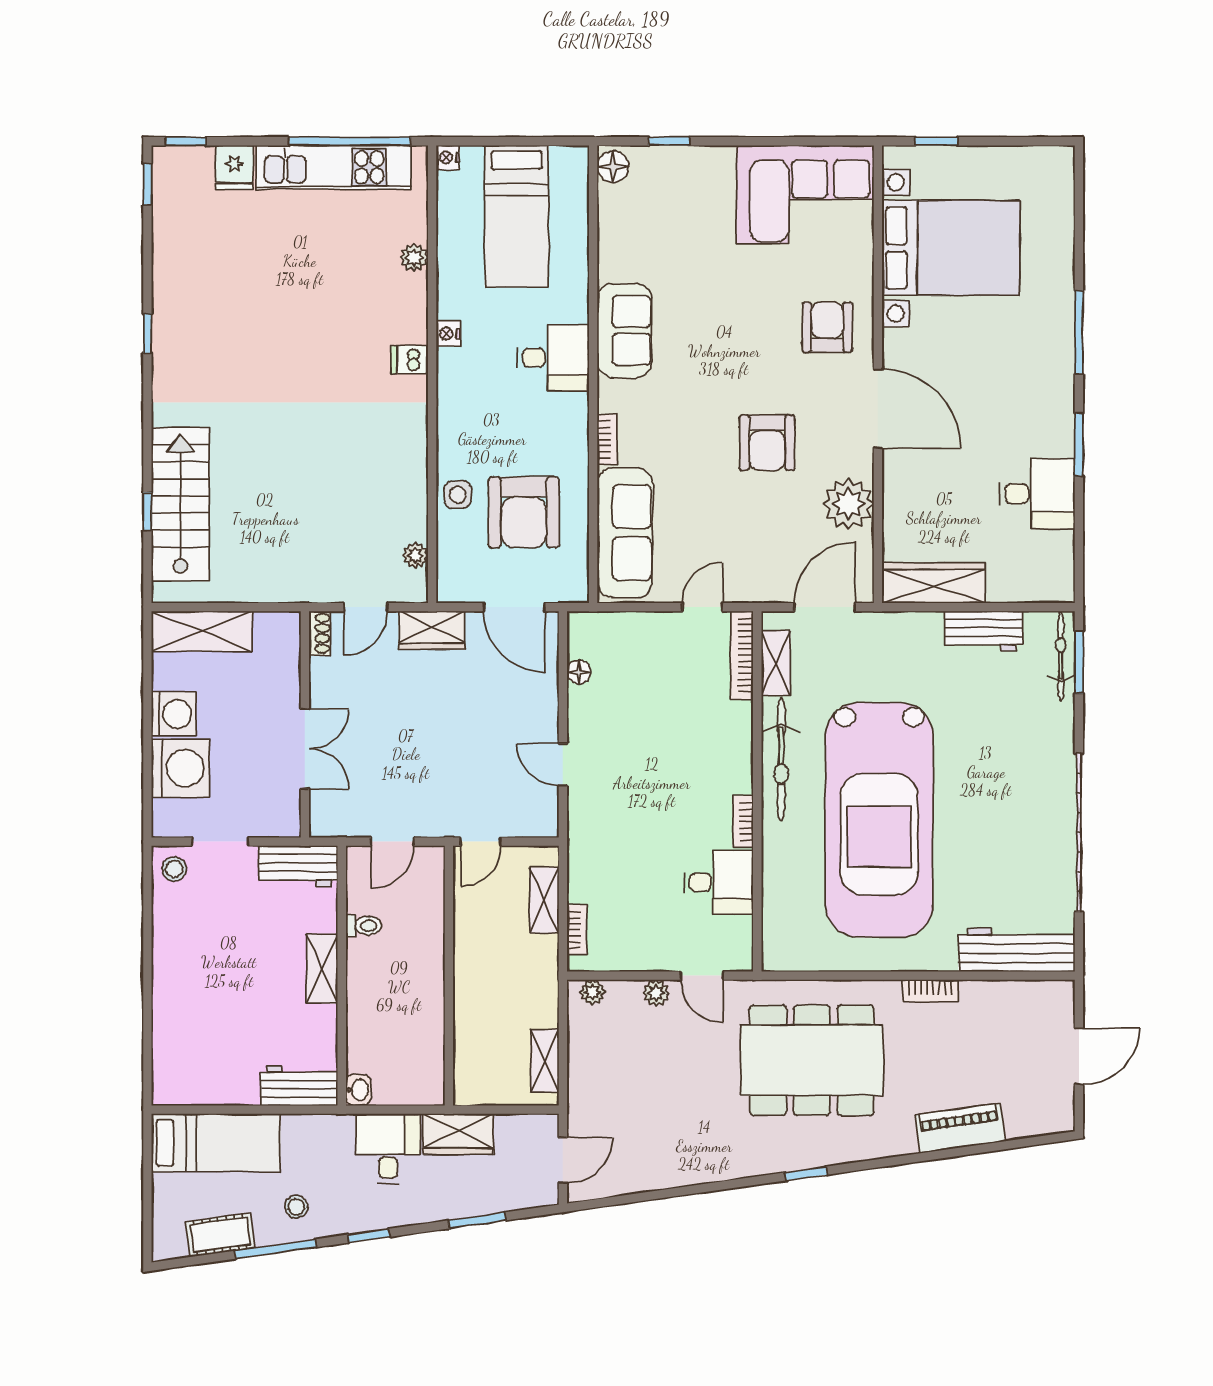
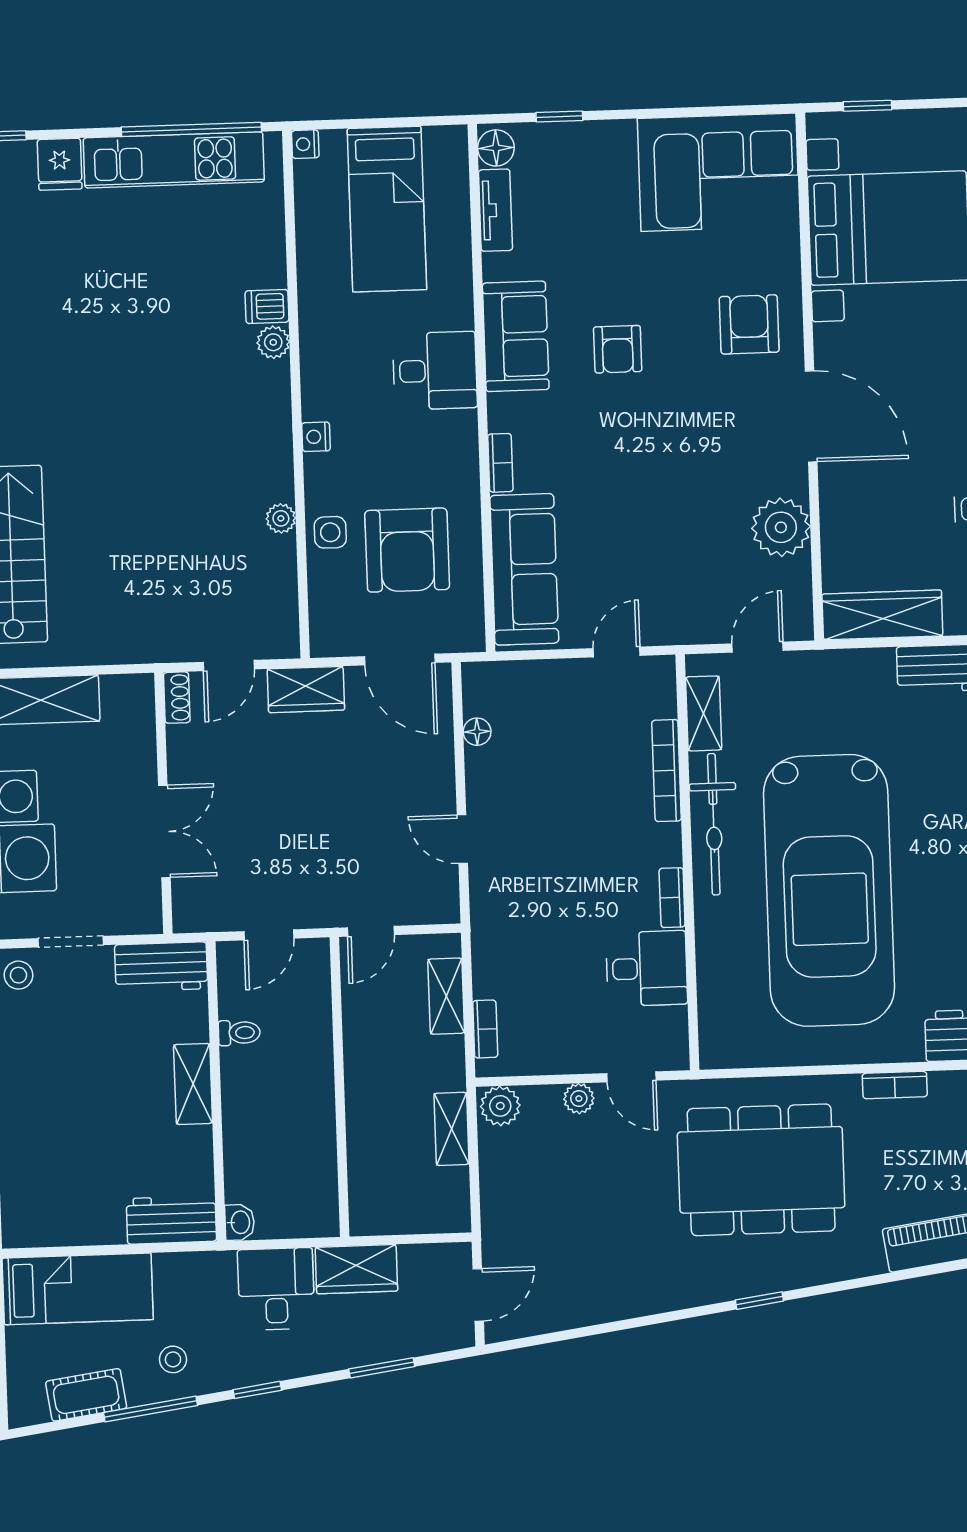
tv unit: (611, 220) -> (495, 210), added
plant: (414, 258) -> (273, 342), moved
nightstand: (448, 334) -> (316, 437), moved
dishwasher: (410, 359) -> (267, 306), moved
armchair: (767, 443) -> (618, 349), moved, width x0.72, depth x0.72
plant: (415, 555) -> (281, 518), moved
door: (825, 607) -> (758, 647), width x0.73
bookcase: (742, 655) -> (667, 771), moved
plant: (592, 992) -> (500, 1106), width x1.38, depth x1.38
shelving: (545, 1061) -> (452, 1129), moved

